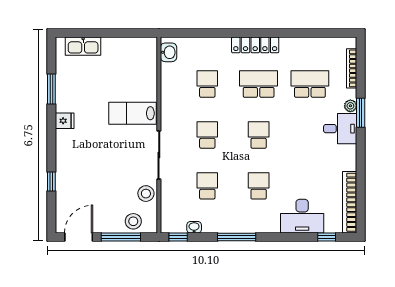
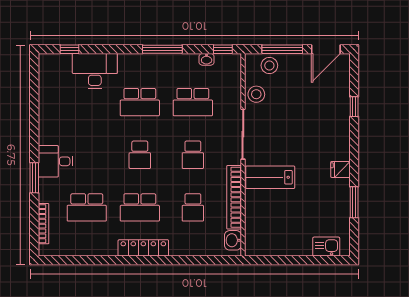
kitchen sink: (83, 46) -> (326, 247), width x0.73
plant: (350, 106) -> (45, 185), removed
lab bench: (133, 113) -> (270, 177), turned 180
school desk: (207, 186) -> (193, 102), width x1.85
school desk: (259, 186) -> (140, 102), width x1.85
bookcase: (350, 202) -> (234, 197), moved, turned 180

